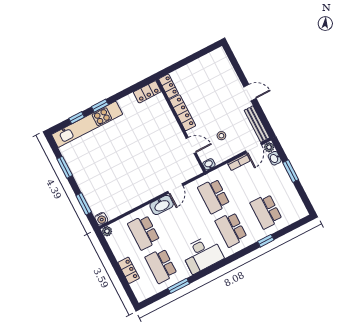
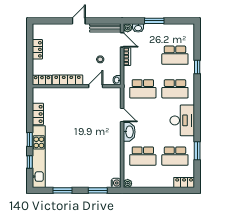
locker: (198, 65) -> (37, 49), added
locker: (147, 92) -> (38, 114), moved
locker: (129, 270) -> (184, 182), moved

